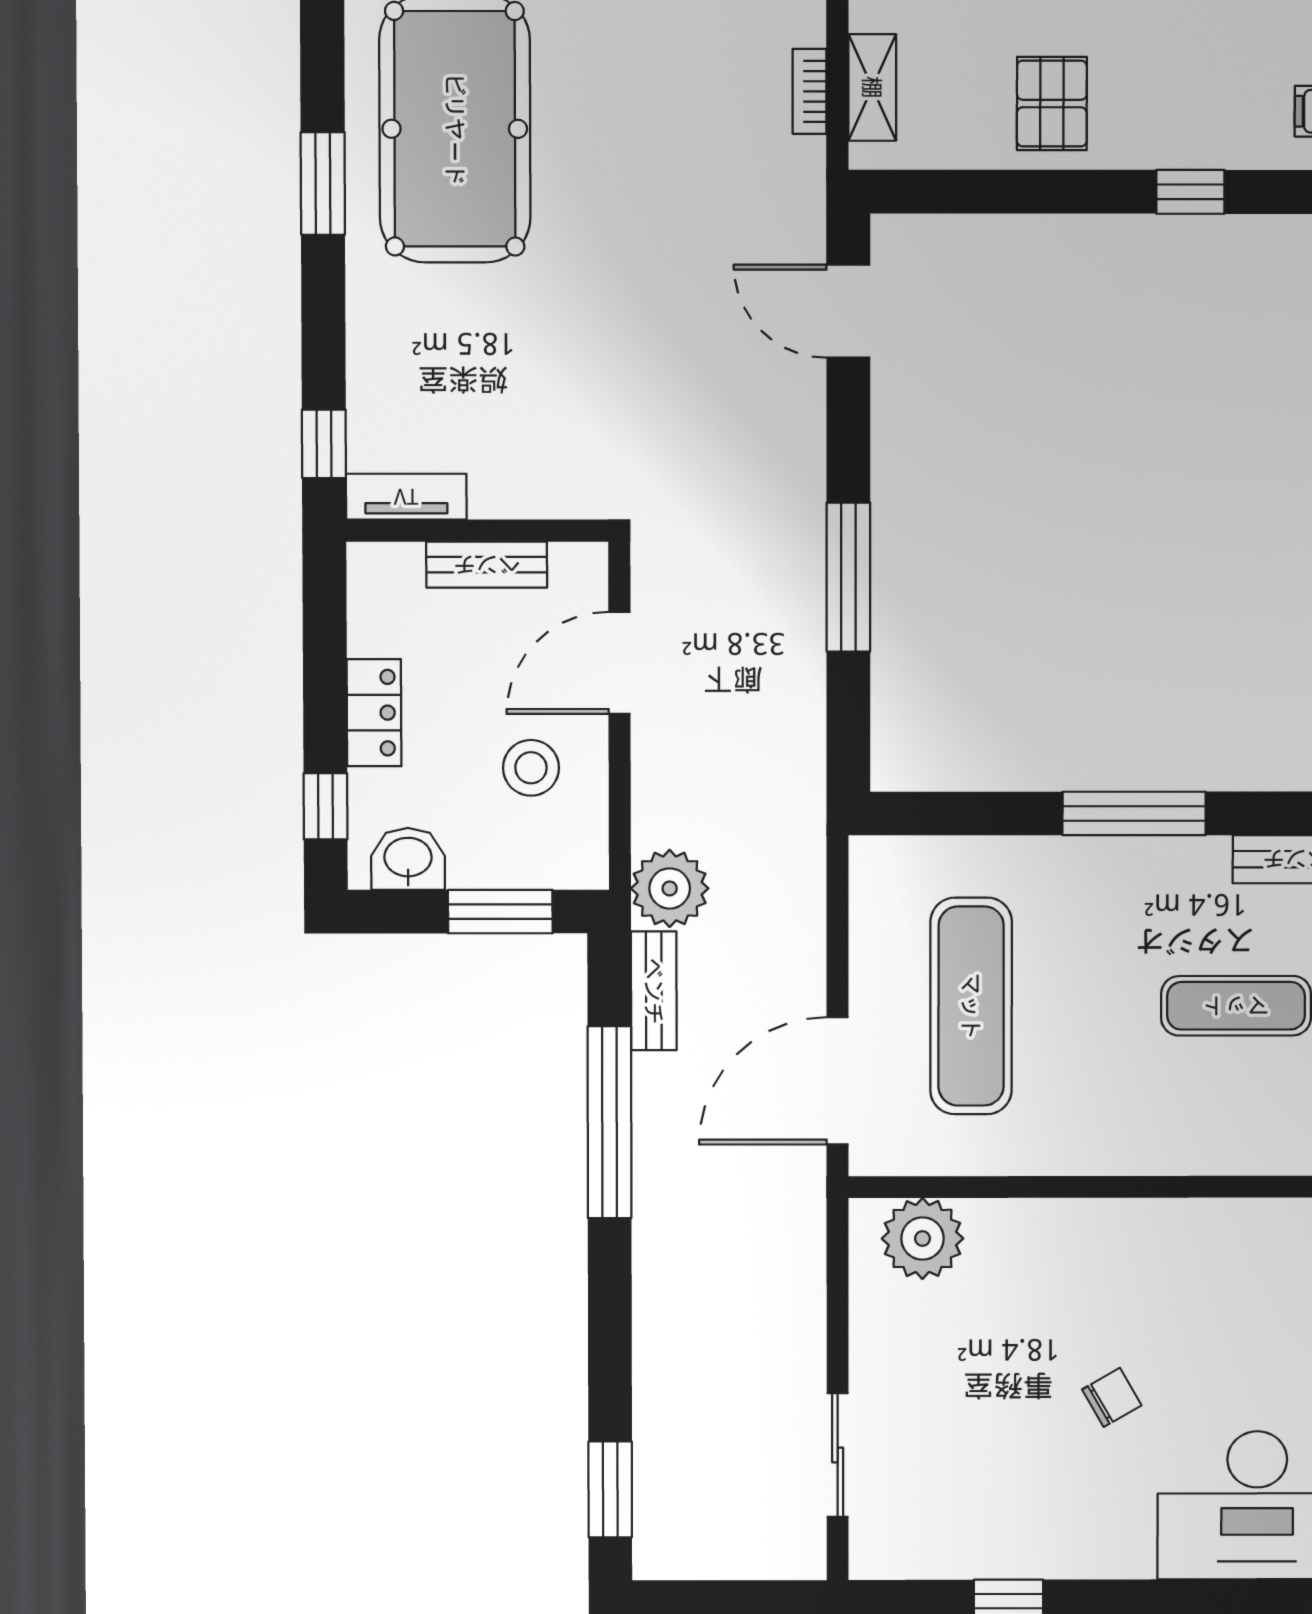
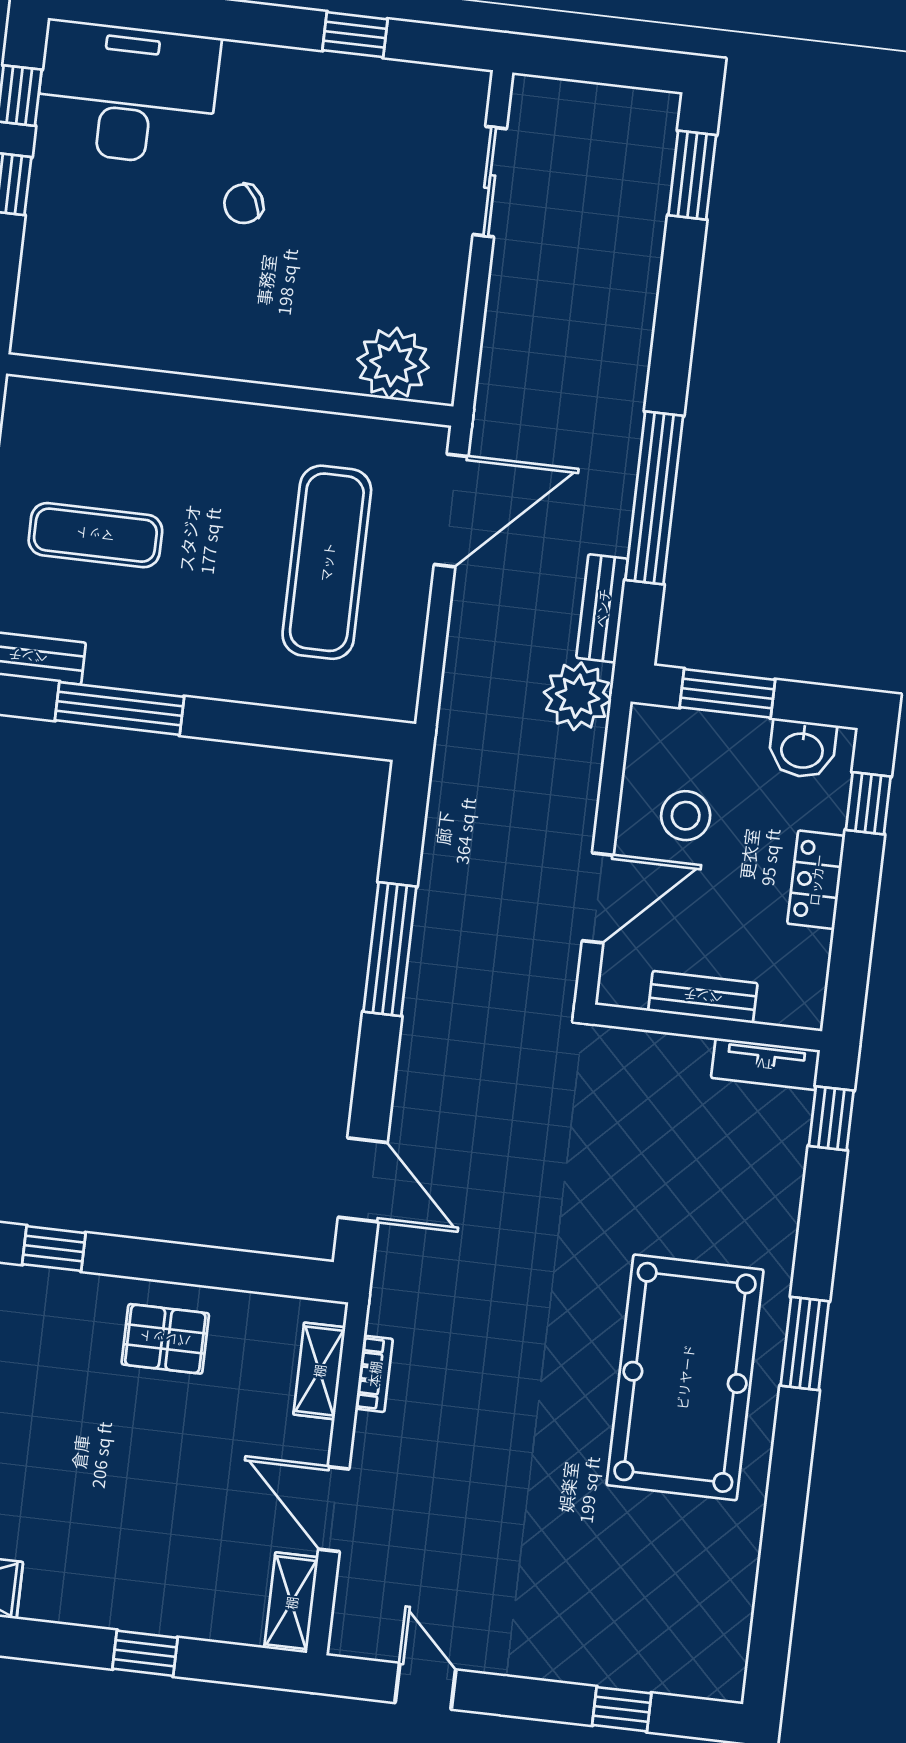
pallet: (1052, 104) -> (165, 1339), turned 90
window: (1134, 813) -> (120, 709), moved

